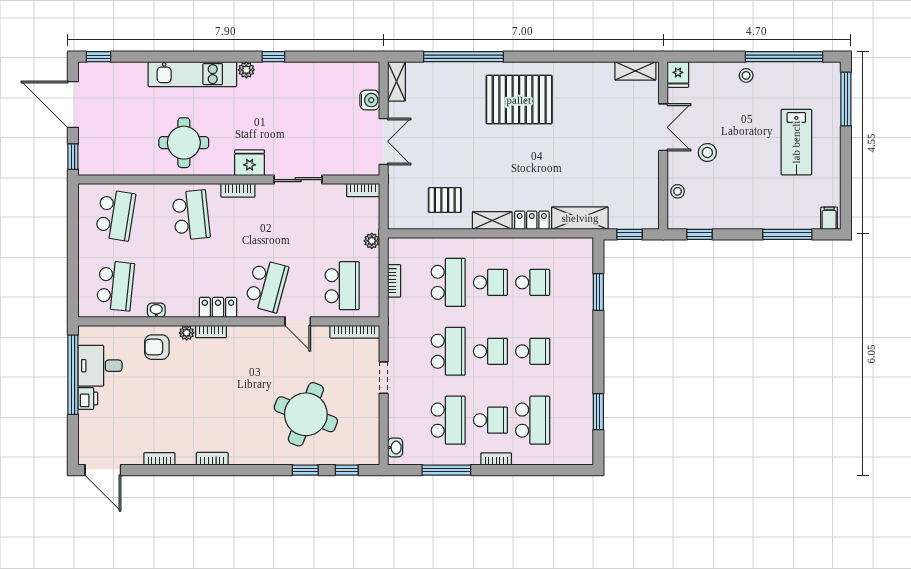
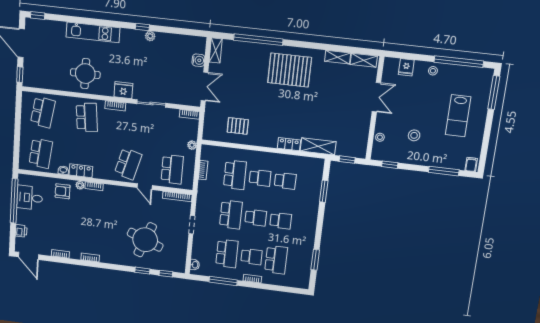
plant: (246, 70) -> (150, 36), moved
fridge: (678, 75) -> (406, 67), moved
stool: (707, 152) -> (414, 135), moved
shelving: (492, 220) -> (338, 57), moved
locker: (218, 307) -> (81, 171), moved
printer: (88, 398) -> (21, 231), moved

